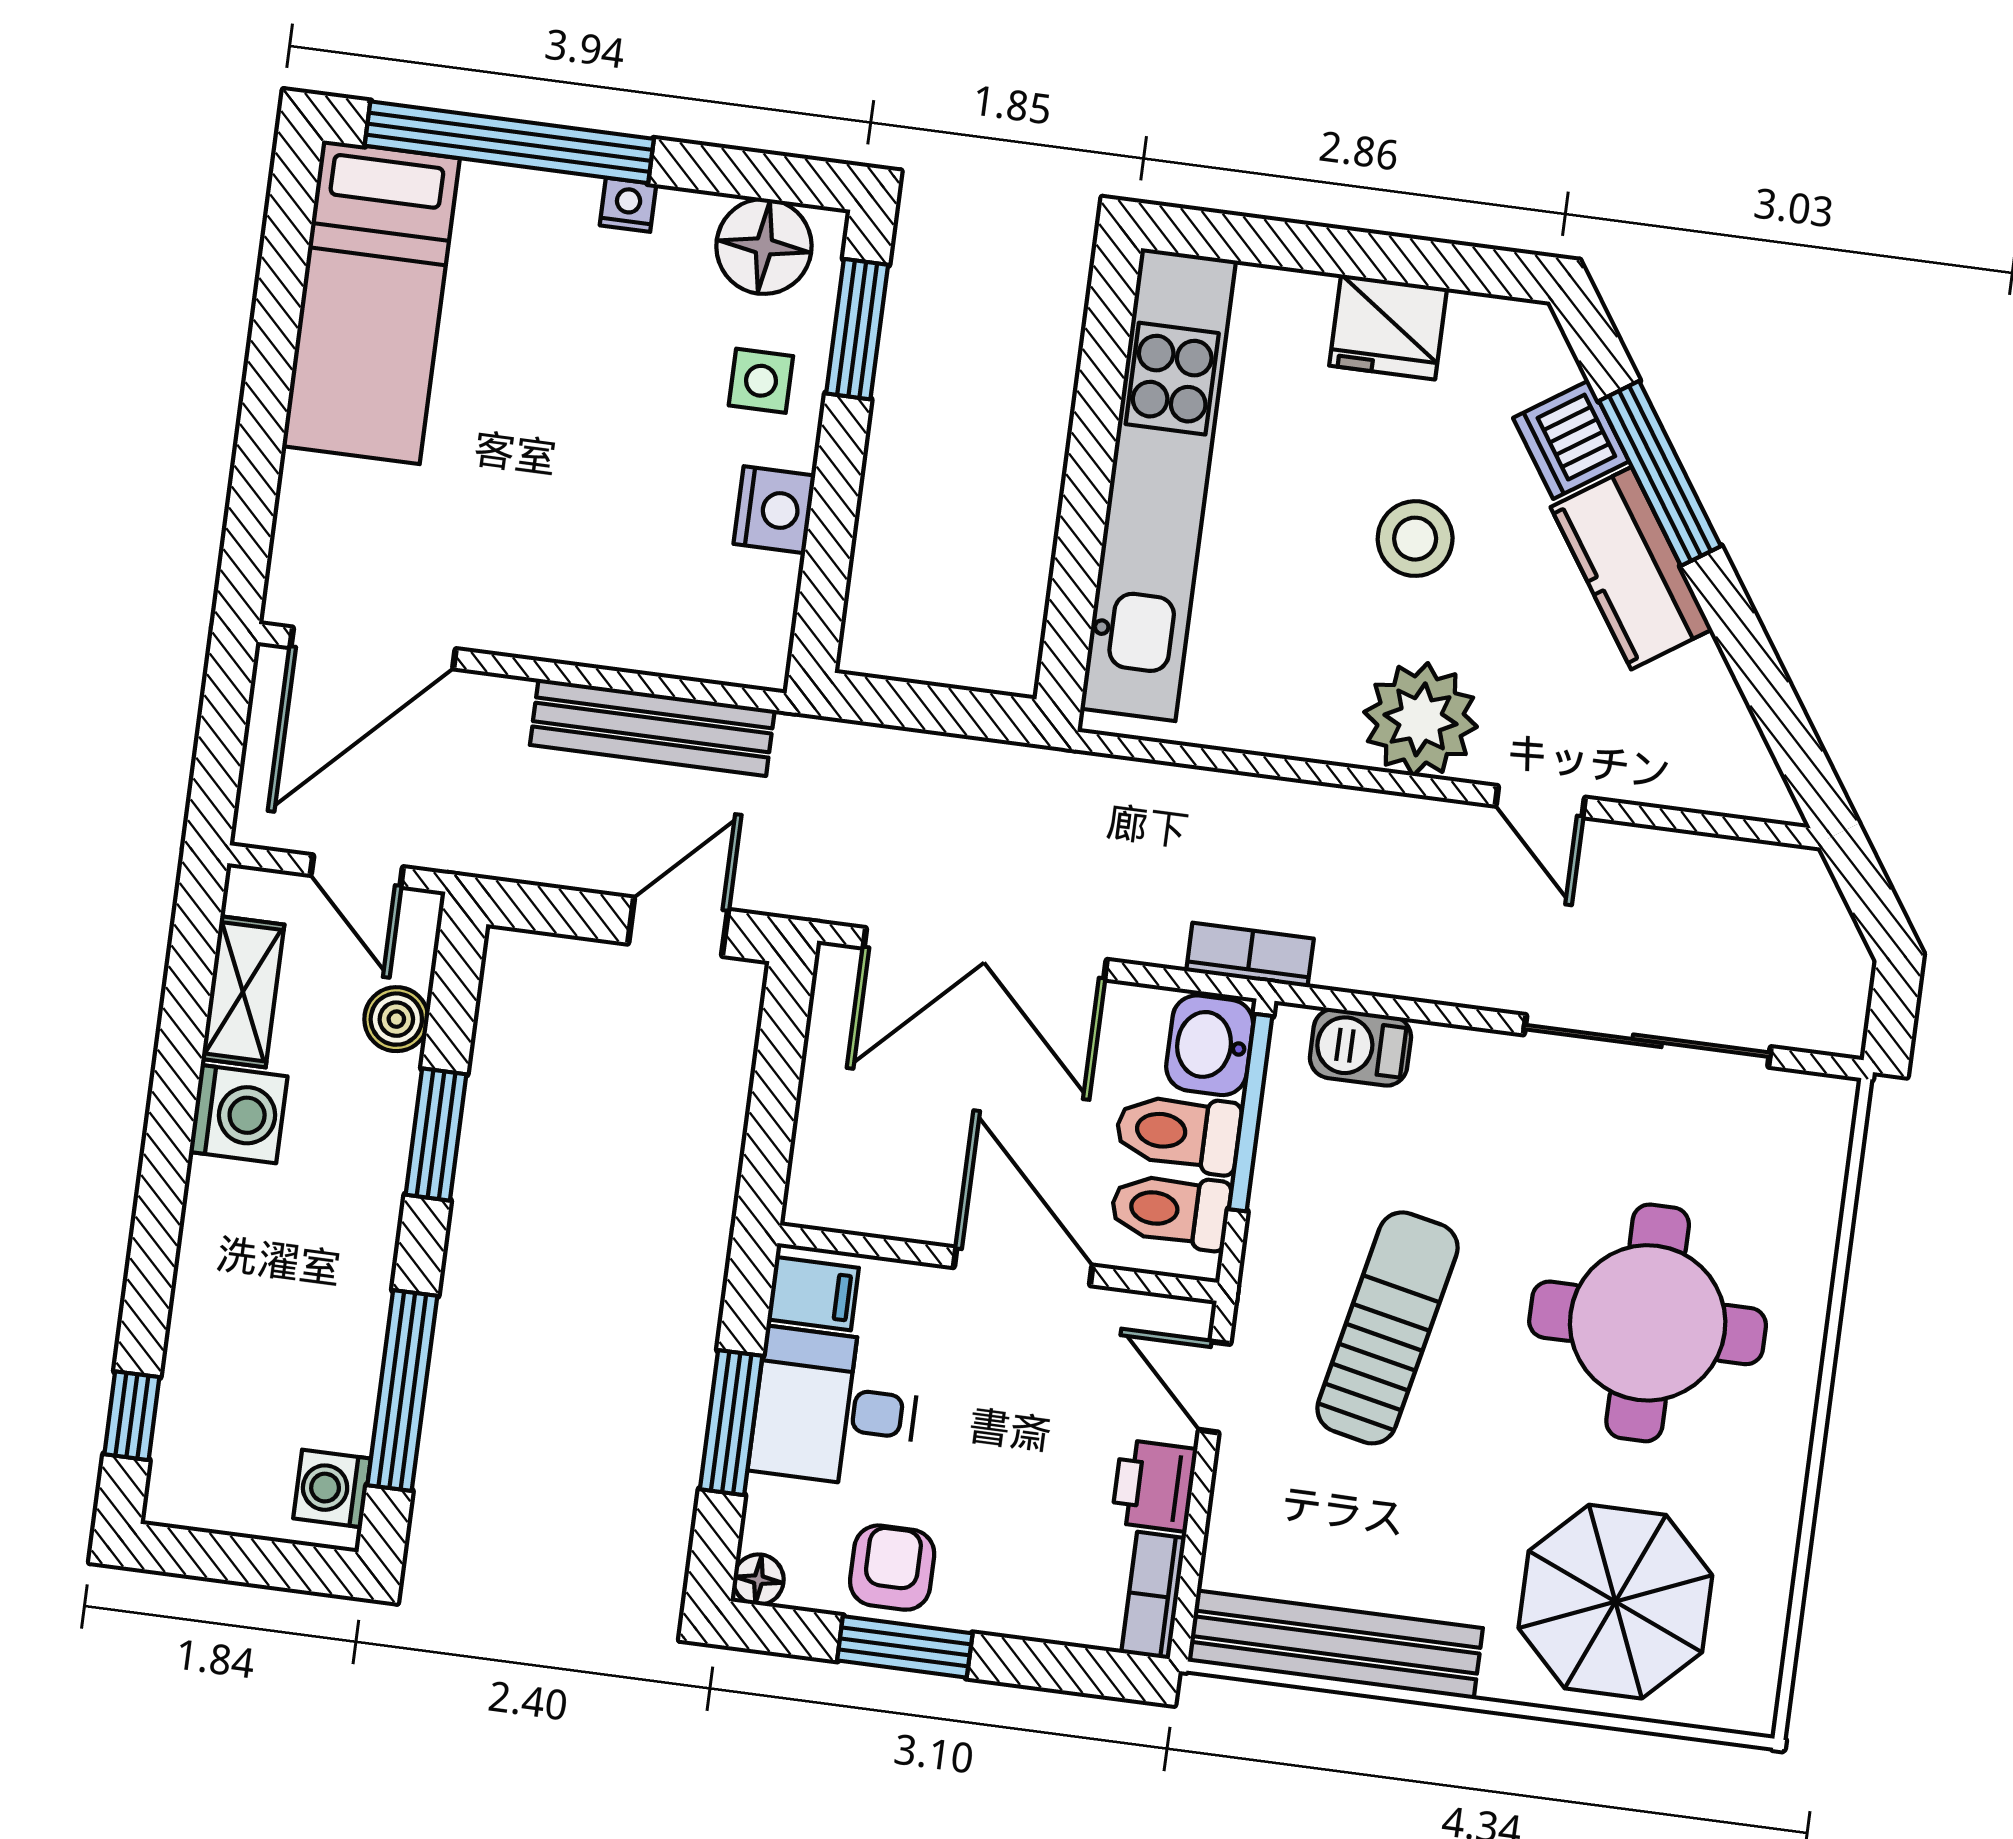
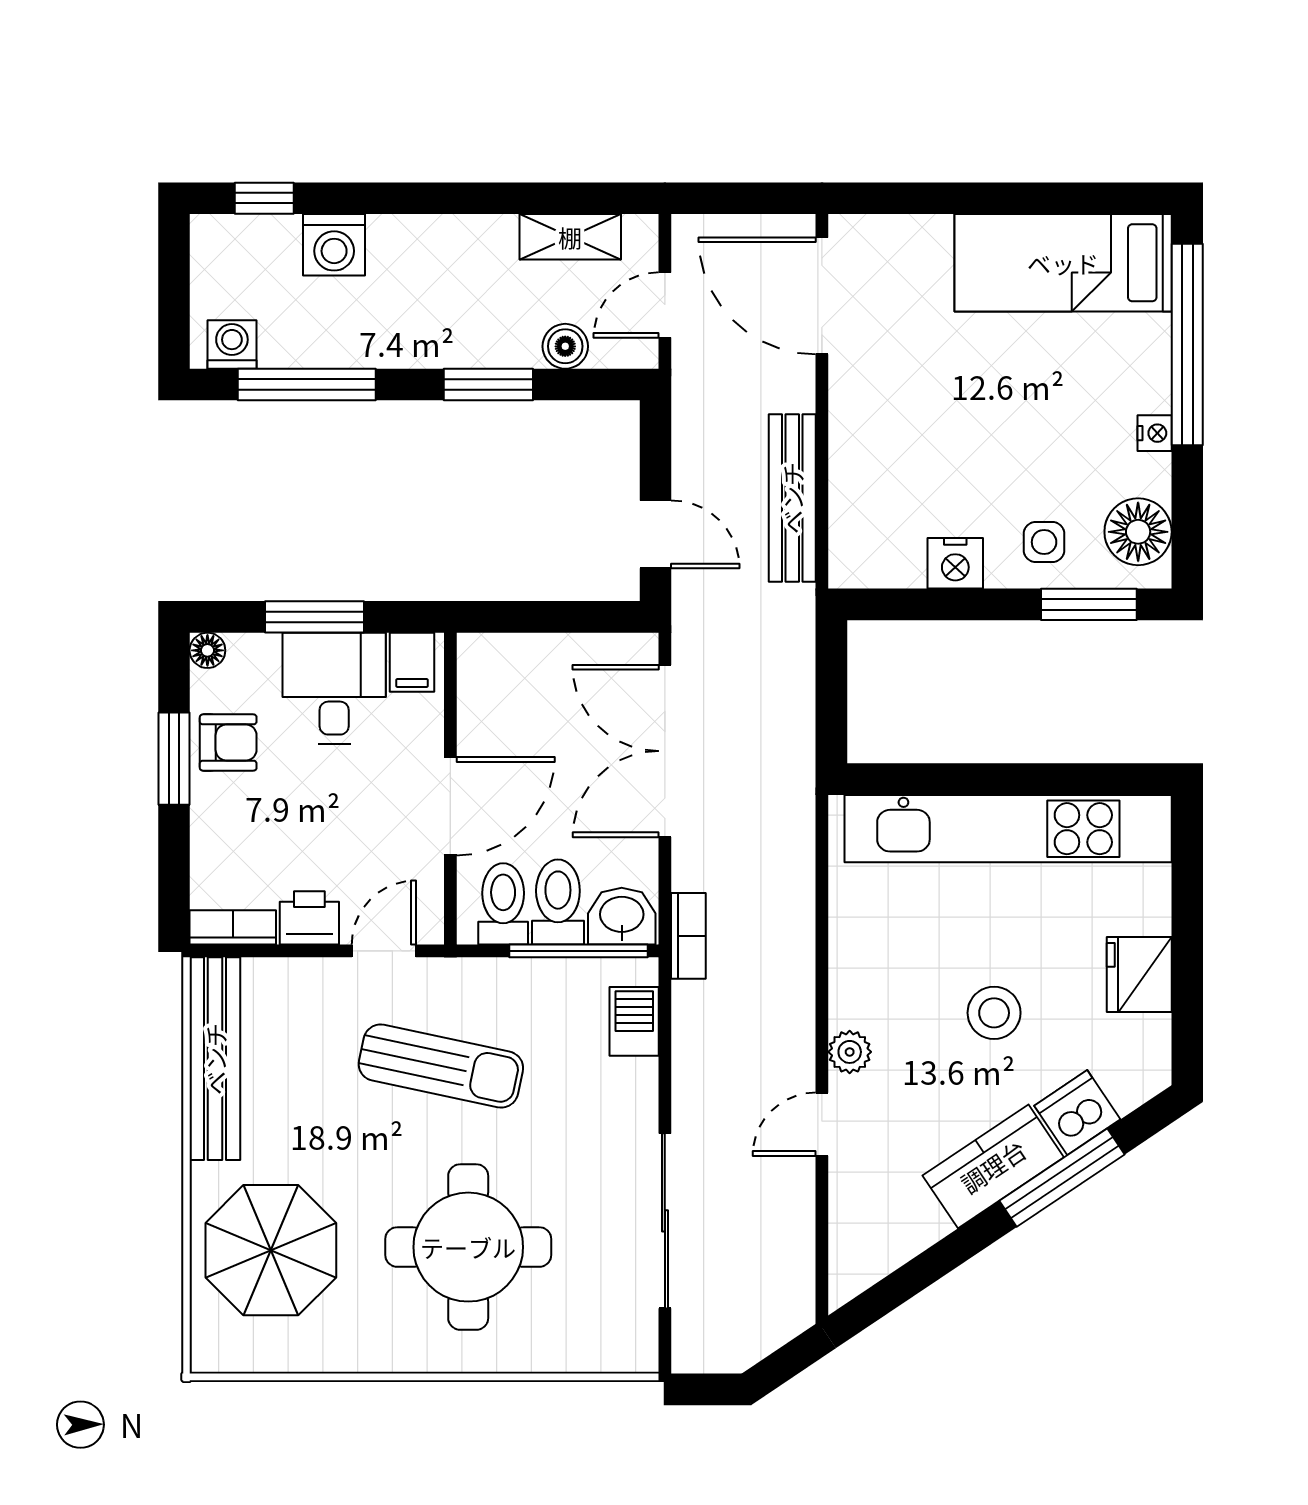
plant: (1421, 719) -> (850, 1052), width x0.53, depth x0.53
washing machine: (238, 1114) -> (334, 245), moved

